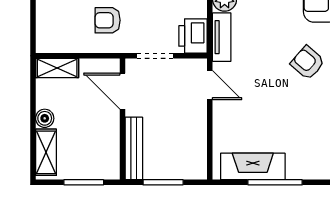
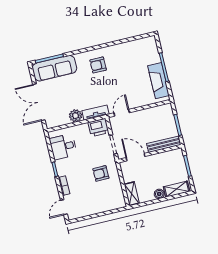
armchair: (108, 20) -> (101, 173), turned 89
armchair: (308, 63) -> (98, 65), turned 49
door: (122, 91) -> (136, 157), swing flipped

